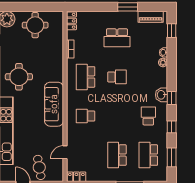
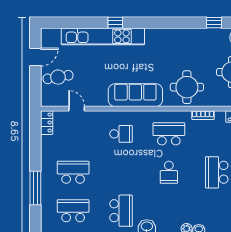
round table: (19, 77) -> (187, 87), moved
school desk: (86, 116) -> (121, 134), turned 90
school desk: (148, 116) -> (121, 211), width x1.85

